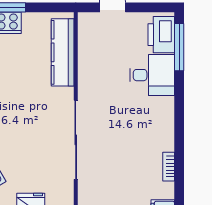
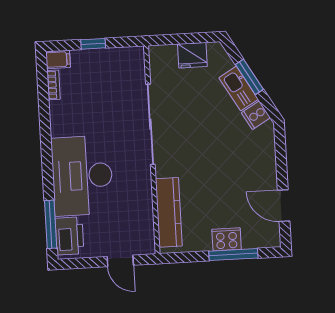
desk: (152, 75) -> (82, 176), width x1.87, depth x1.30
bookcase: (169, 167) -> (54, 85), moved

